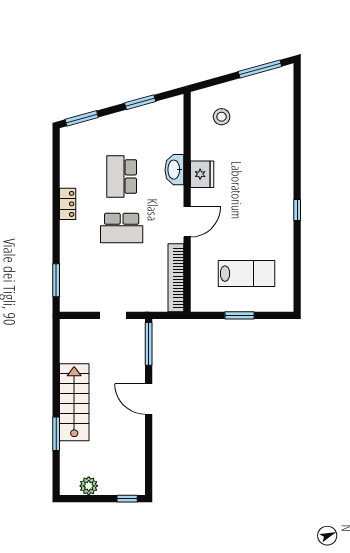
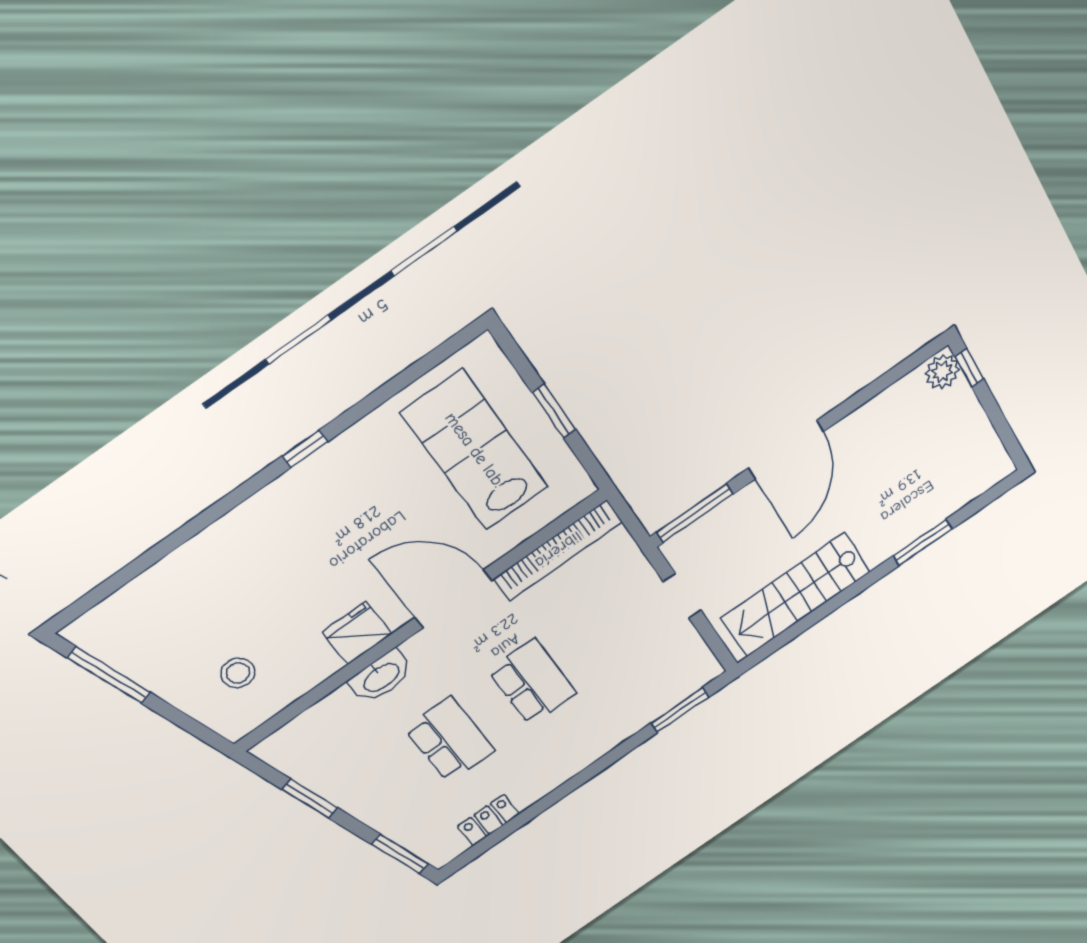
school desk: (122, 176) -> (450, 740), turned -90
locker: (68, 204) -> (489, 820), moved
door: (187, 222) -> (453, 599), width x1.36
lab bench: (246, 274) -> (475, 450), width x1.36, depth x1.39
door: (149, 399) -> (786, 450), width x1.36
stairs: (74, 402) -> (795, 595), moved
plant: (89, 486) -> (942, 372), moved

